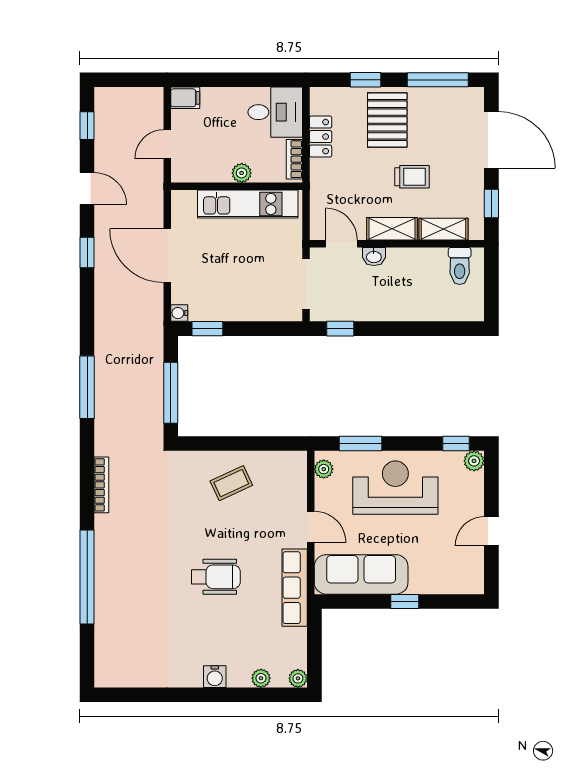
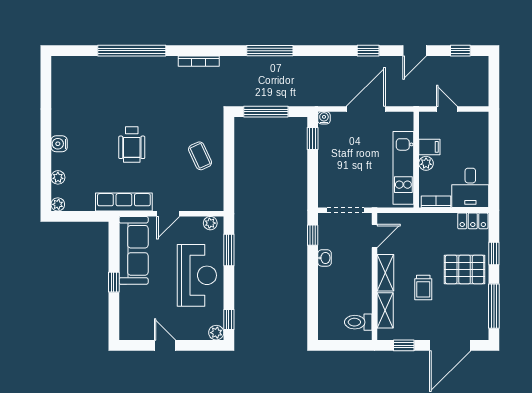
filing cabinet: (185, 98) -> (429, 147), moved, turned -90
locker: (321, 137) -> (473, 221), moved
washbasin: (374, 257) -> (325, 258), moved, turned 180

